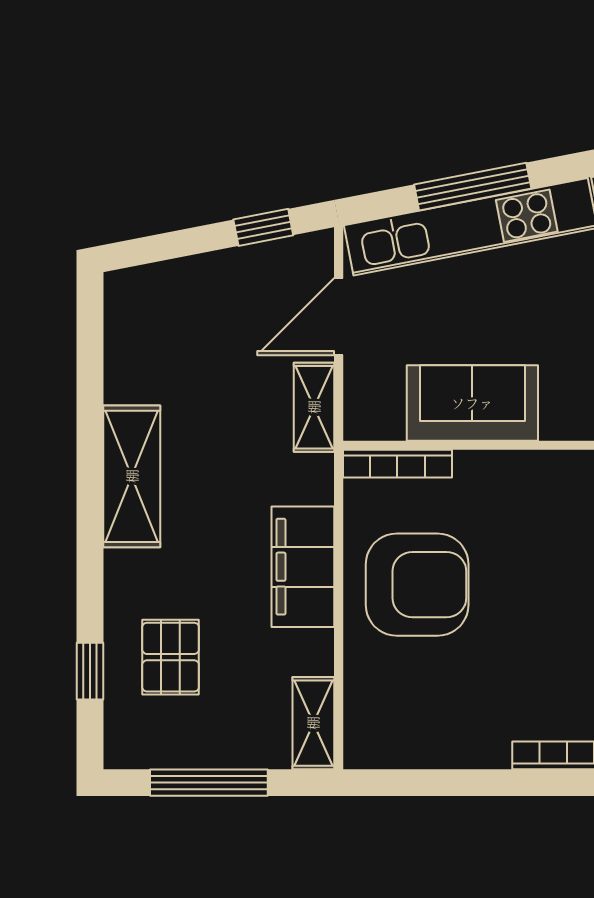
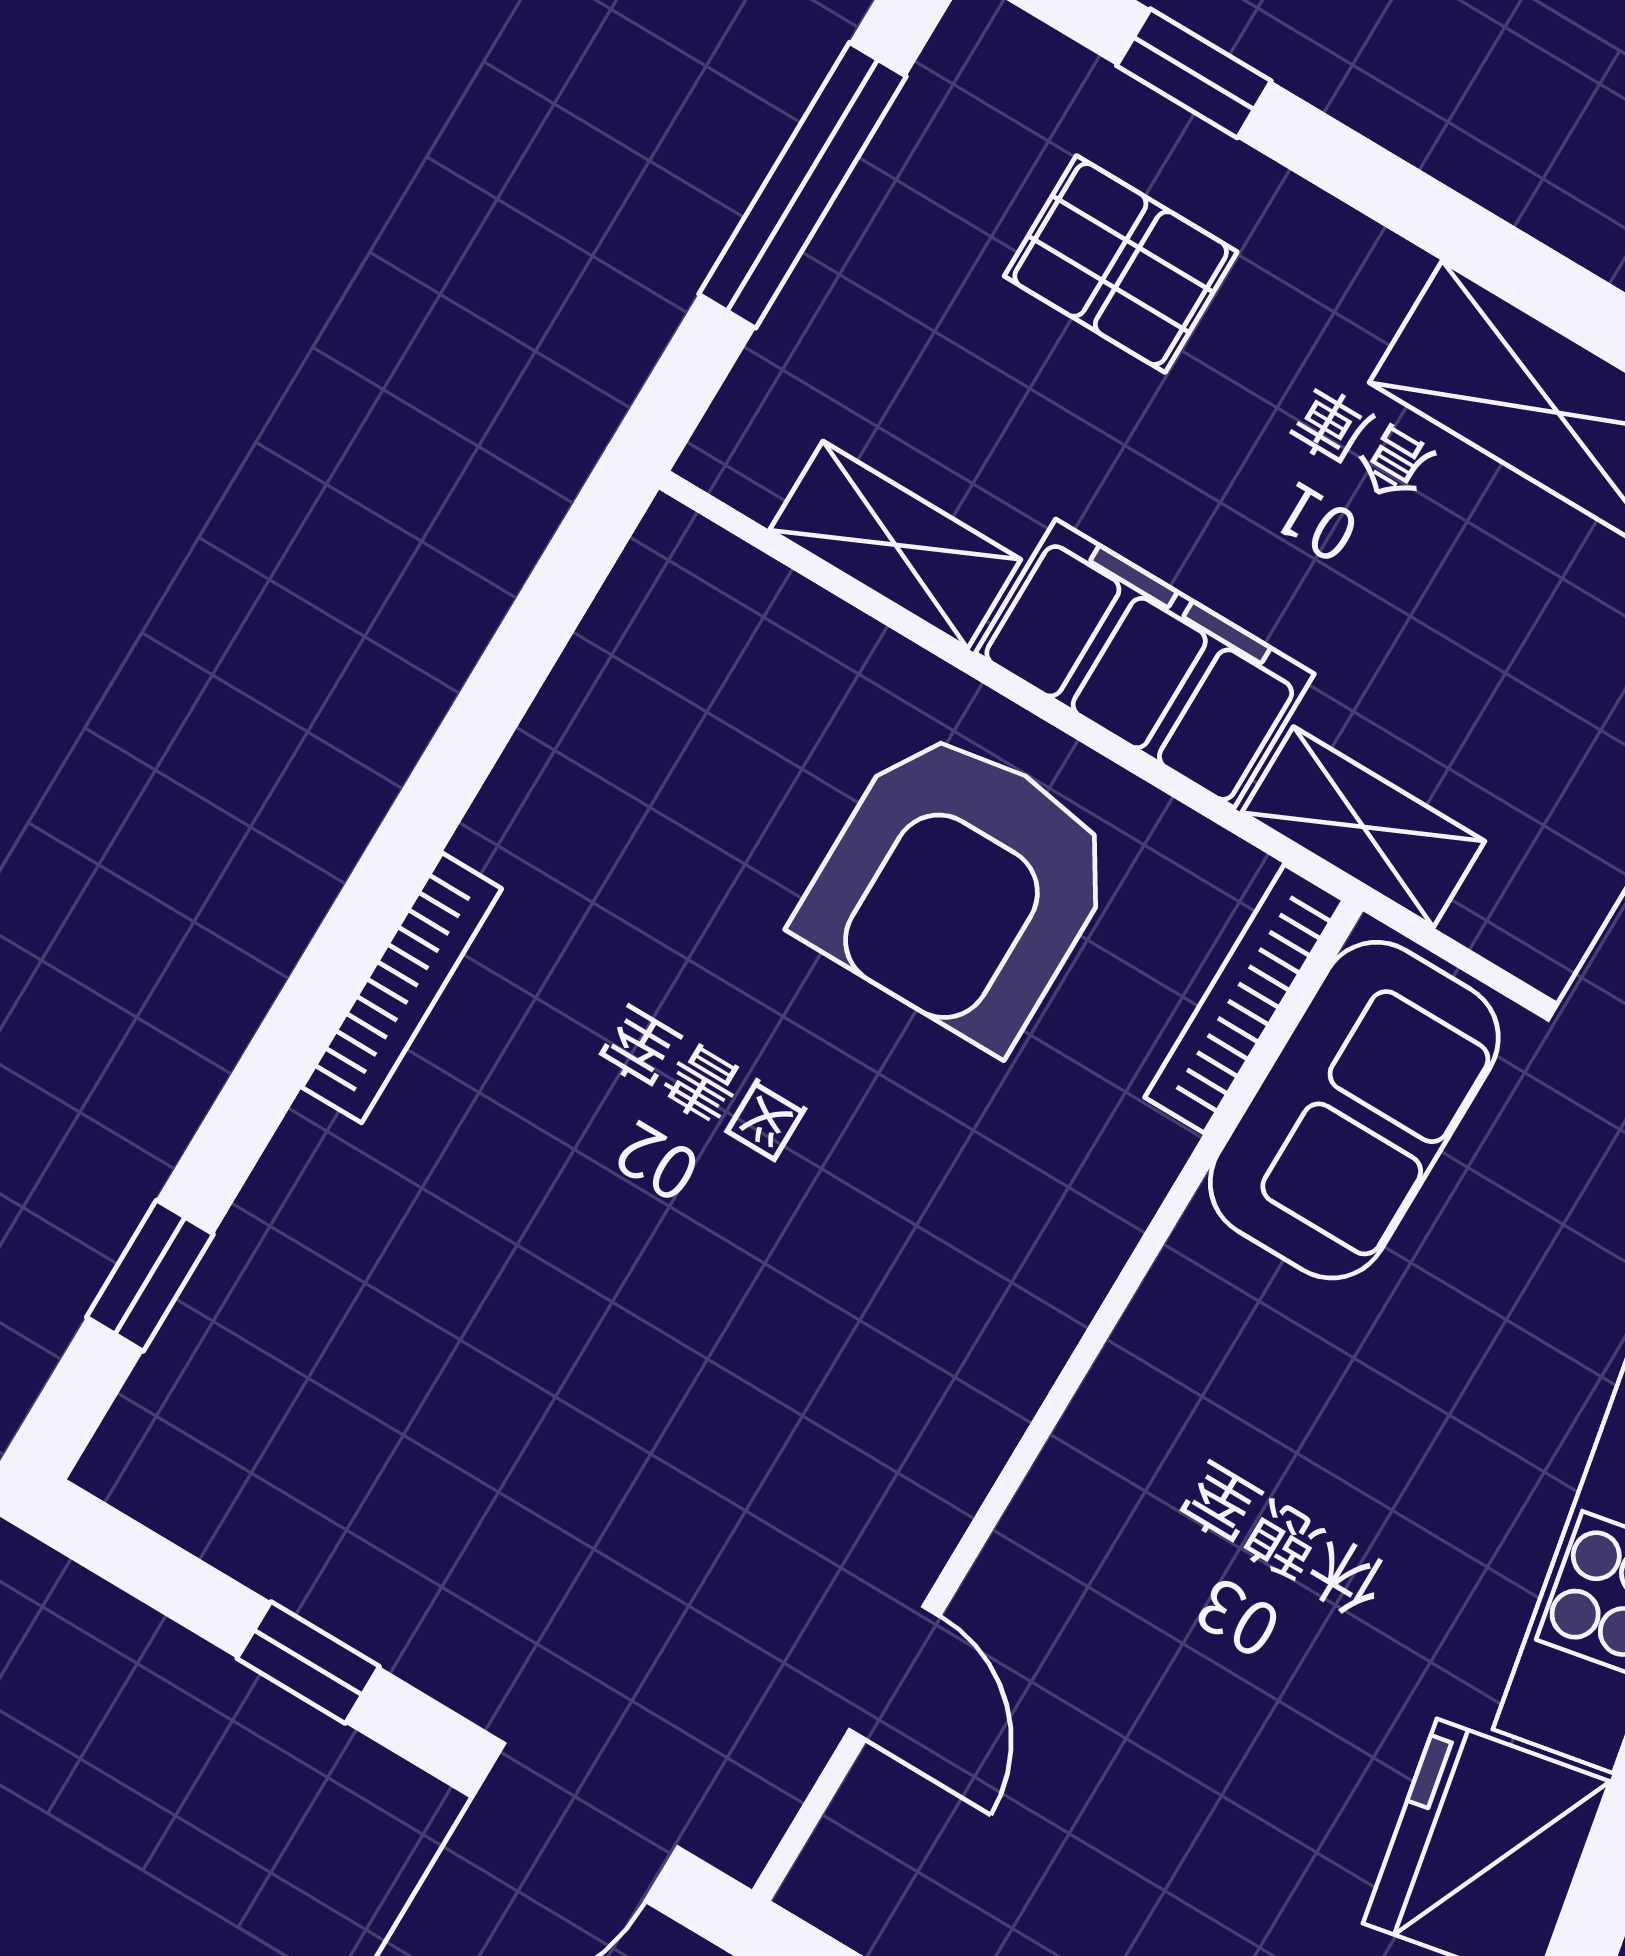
sofa: (472, 403) -> (1354, 1110), moved
shelving: (314, 407) -> (1363, 827), moved
shelving: (313, 723) -> (895, 545), moved

